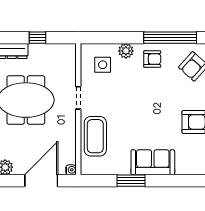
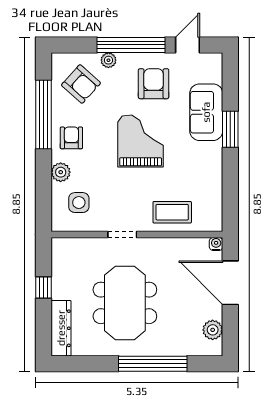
grand piano: (150, 112) -> (141, 141), added
coffee table: (95, 136) -> (172, 212), width x0.73, depth x0.76
sofa: (153, 162) -> (206, 112), moved
window: (131, 181) -> (230, 129), moved

